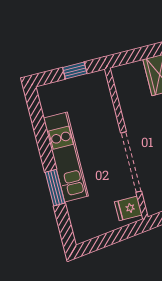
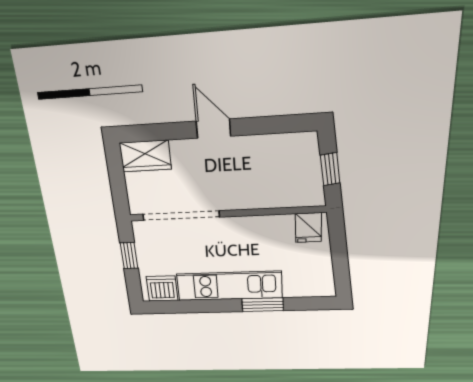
dishwasher: (51, 102) -> (162, 289), added
doorway: (131, 162) -> (181, 216), moved

